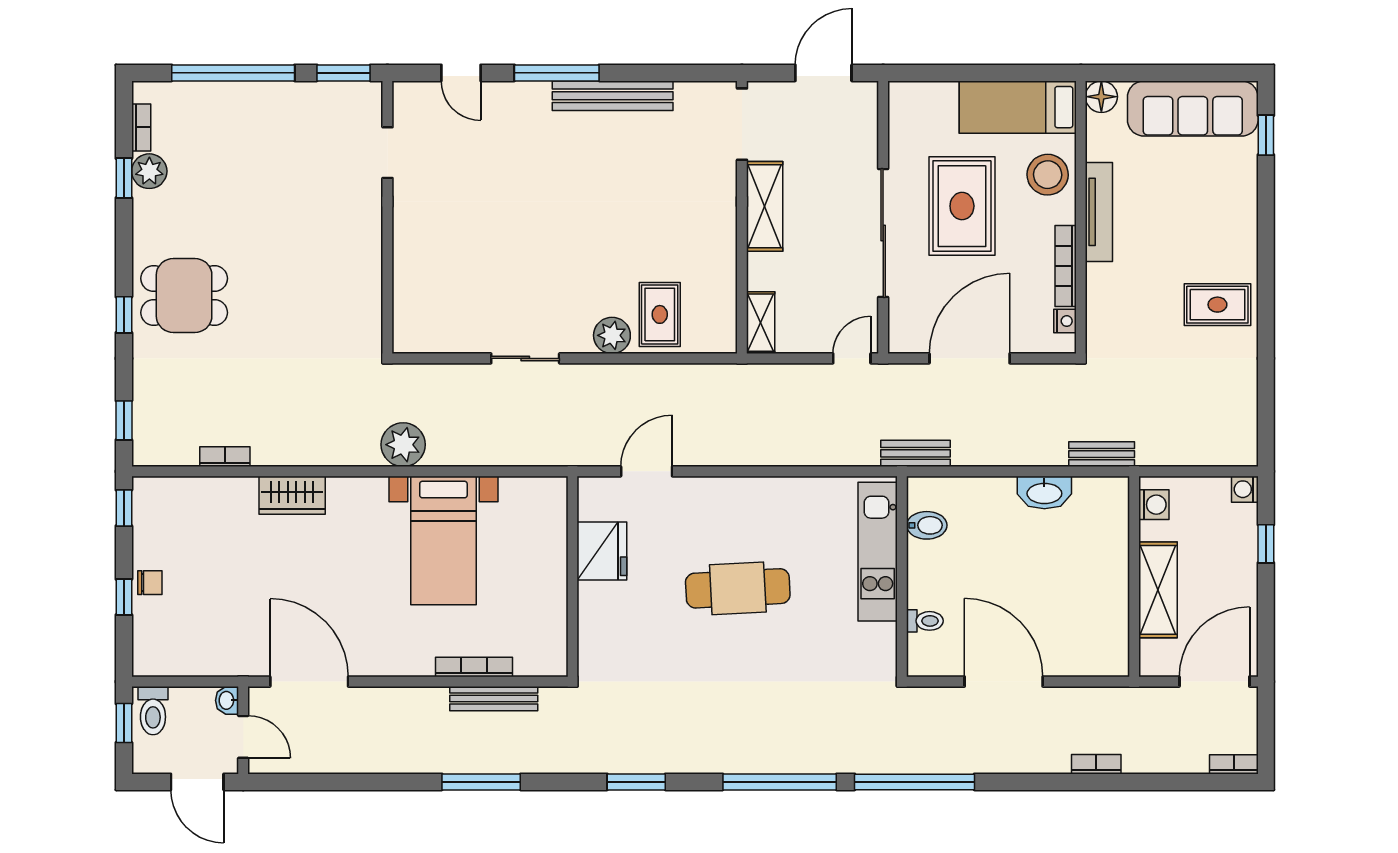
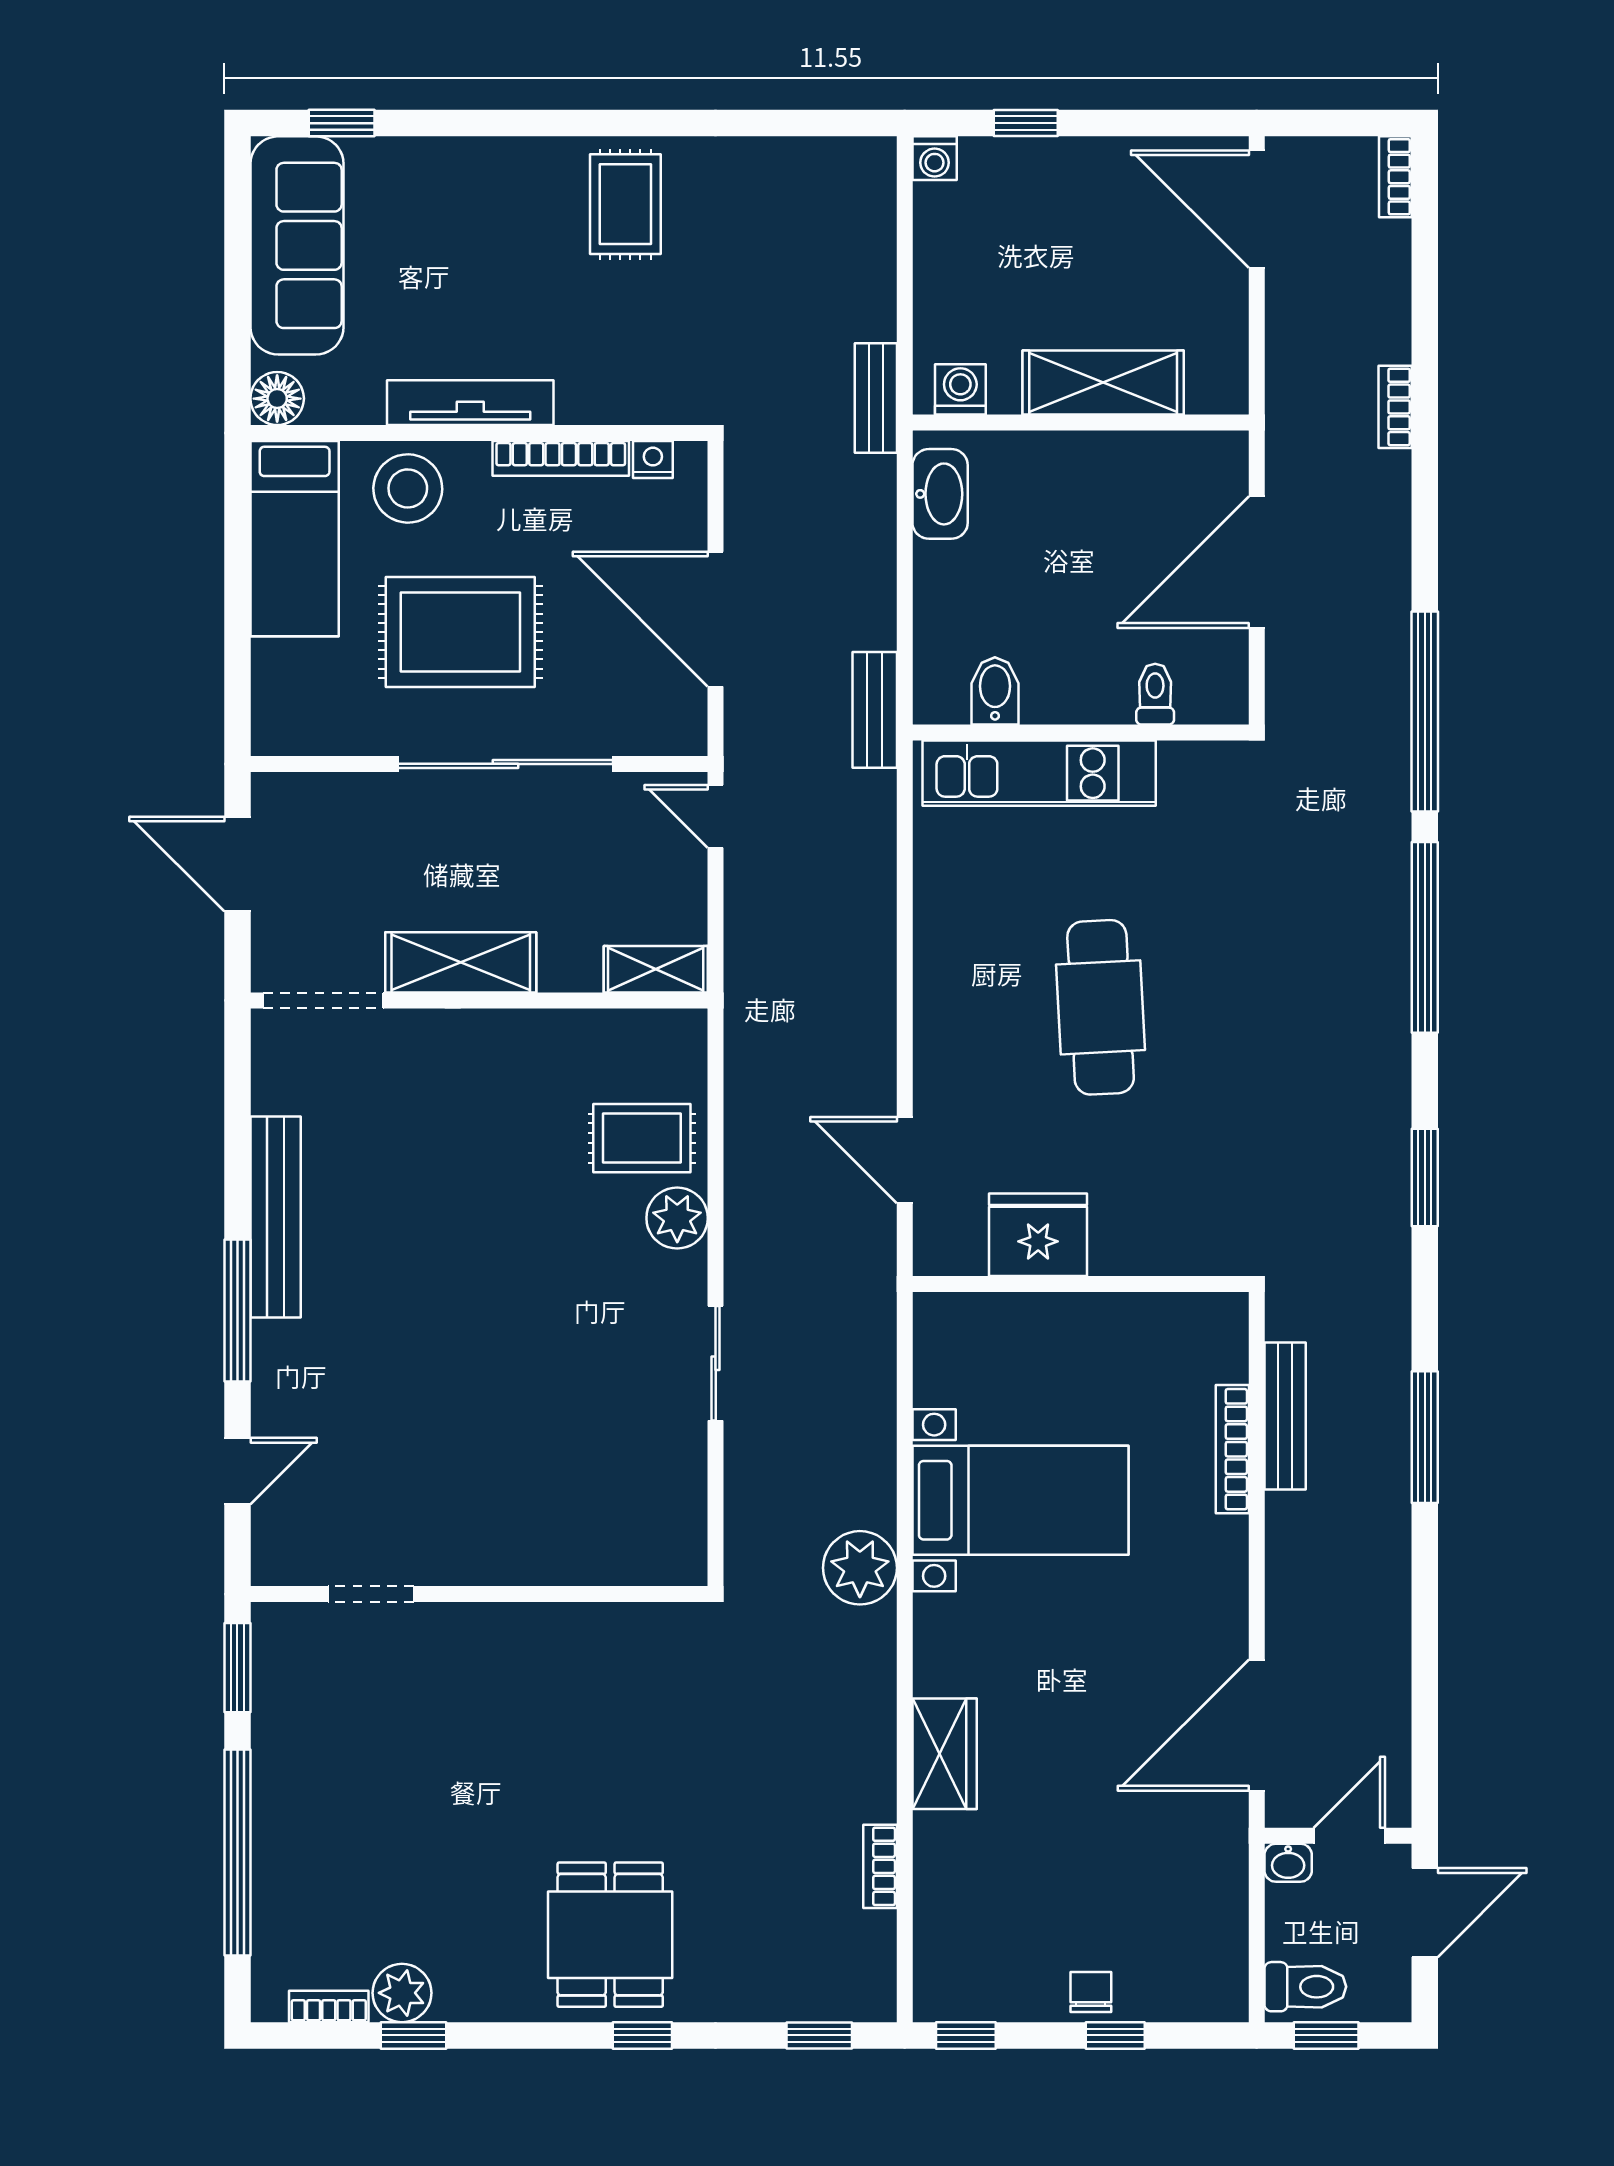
washing machine: (1154, 505) -> (960, 389), moved
wall: (1134, 576) -> (1081, 422), moved
shelving: (1158, 590) -> (1103, 382), moved

